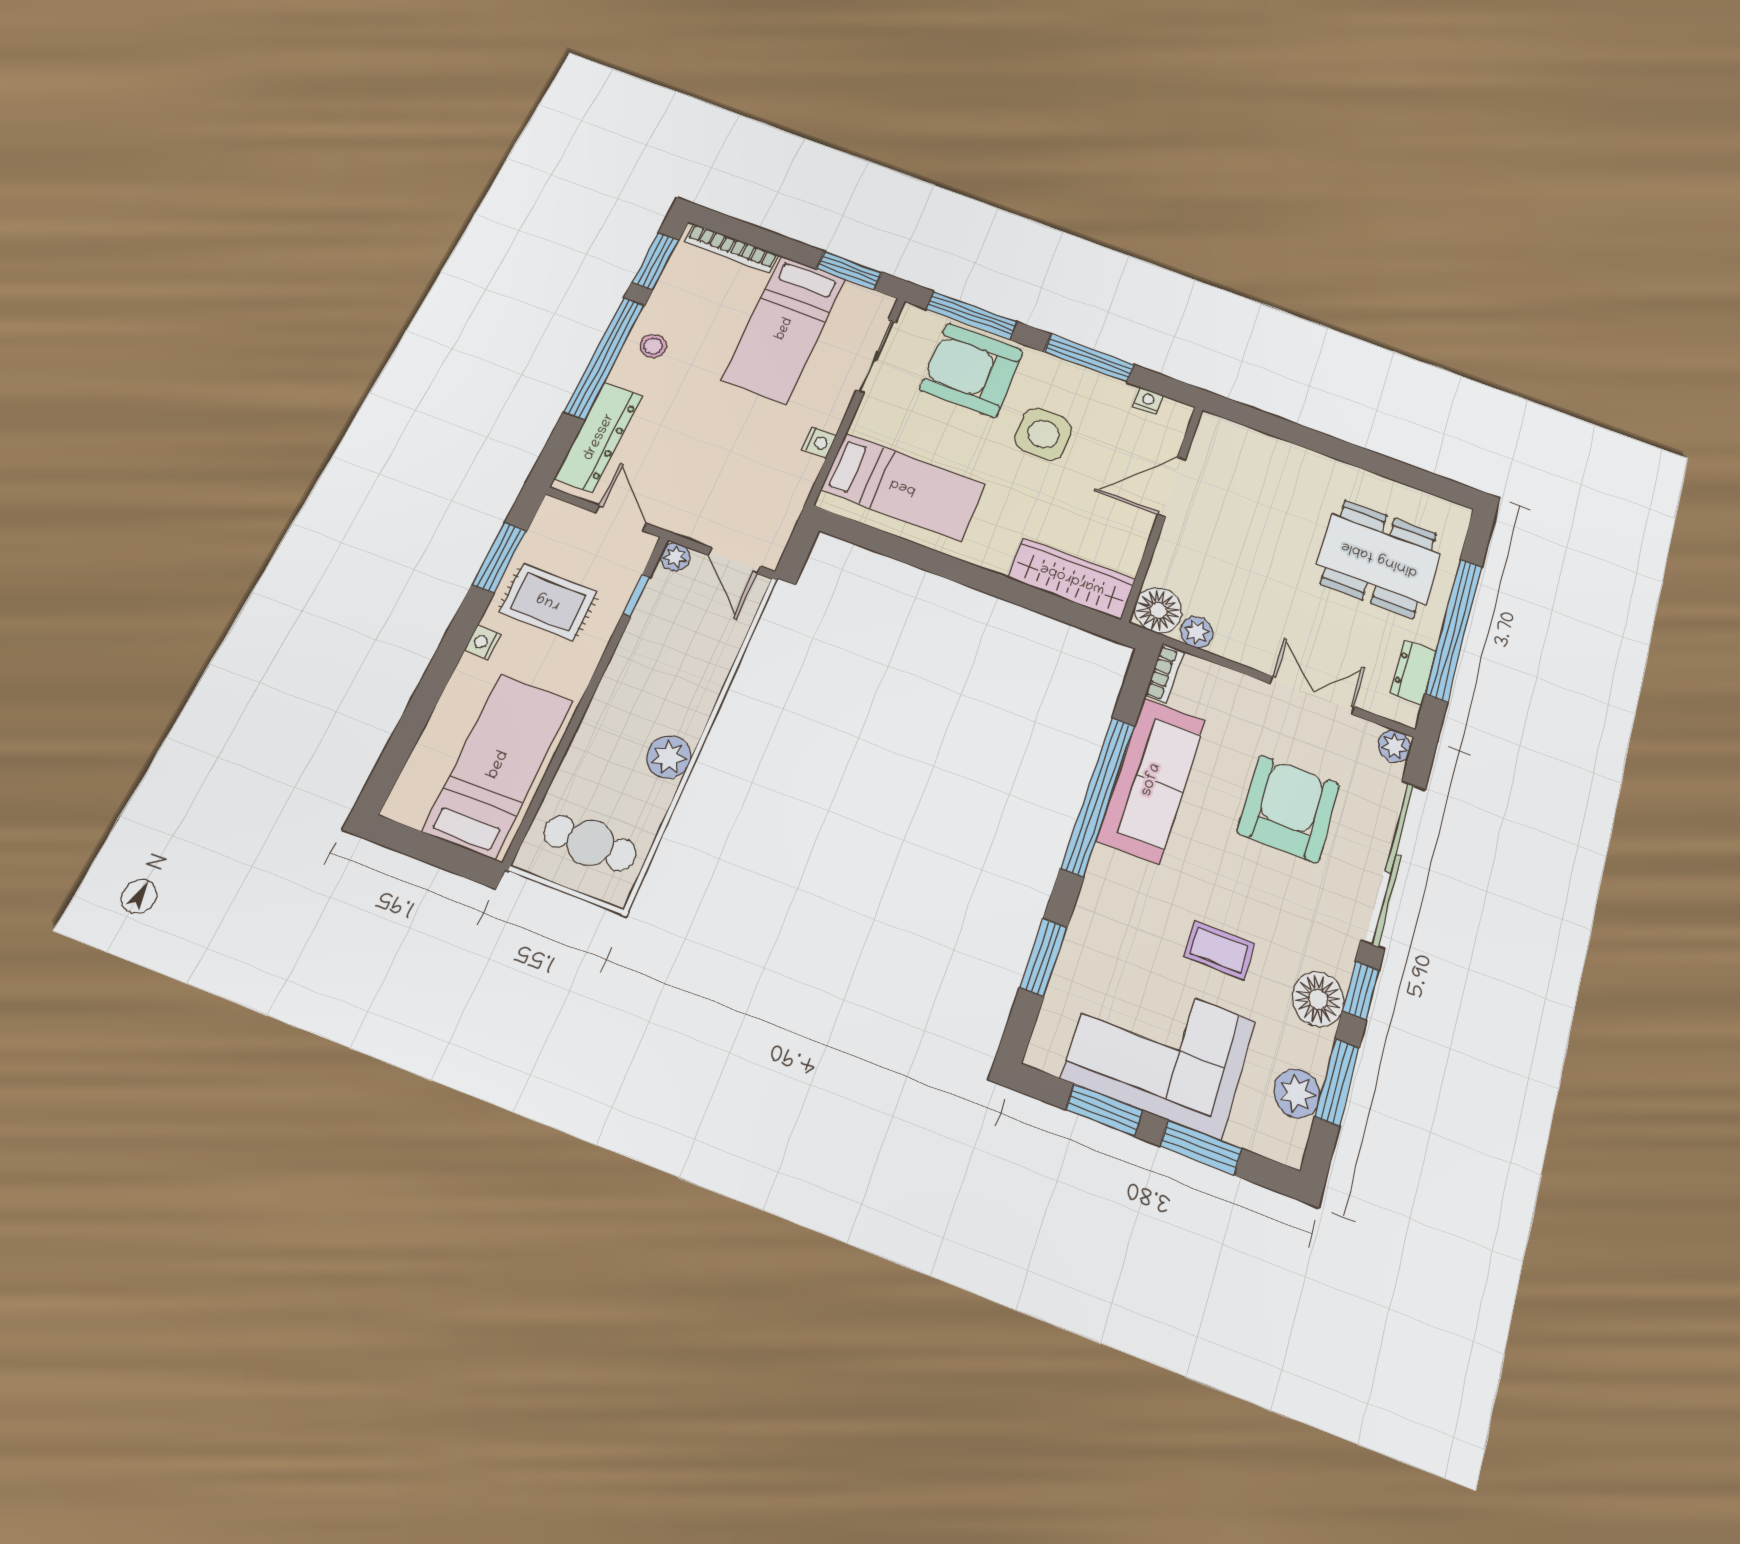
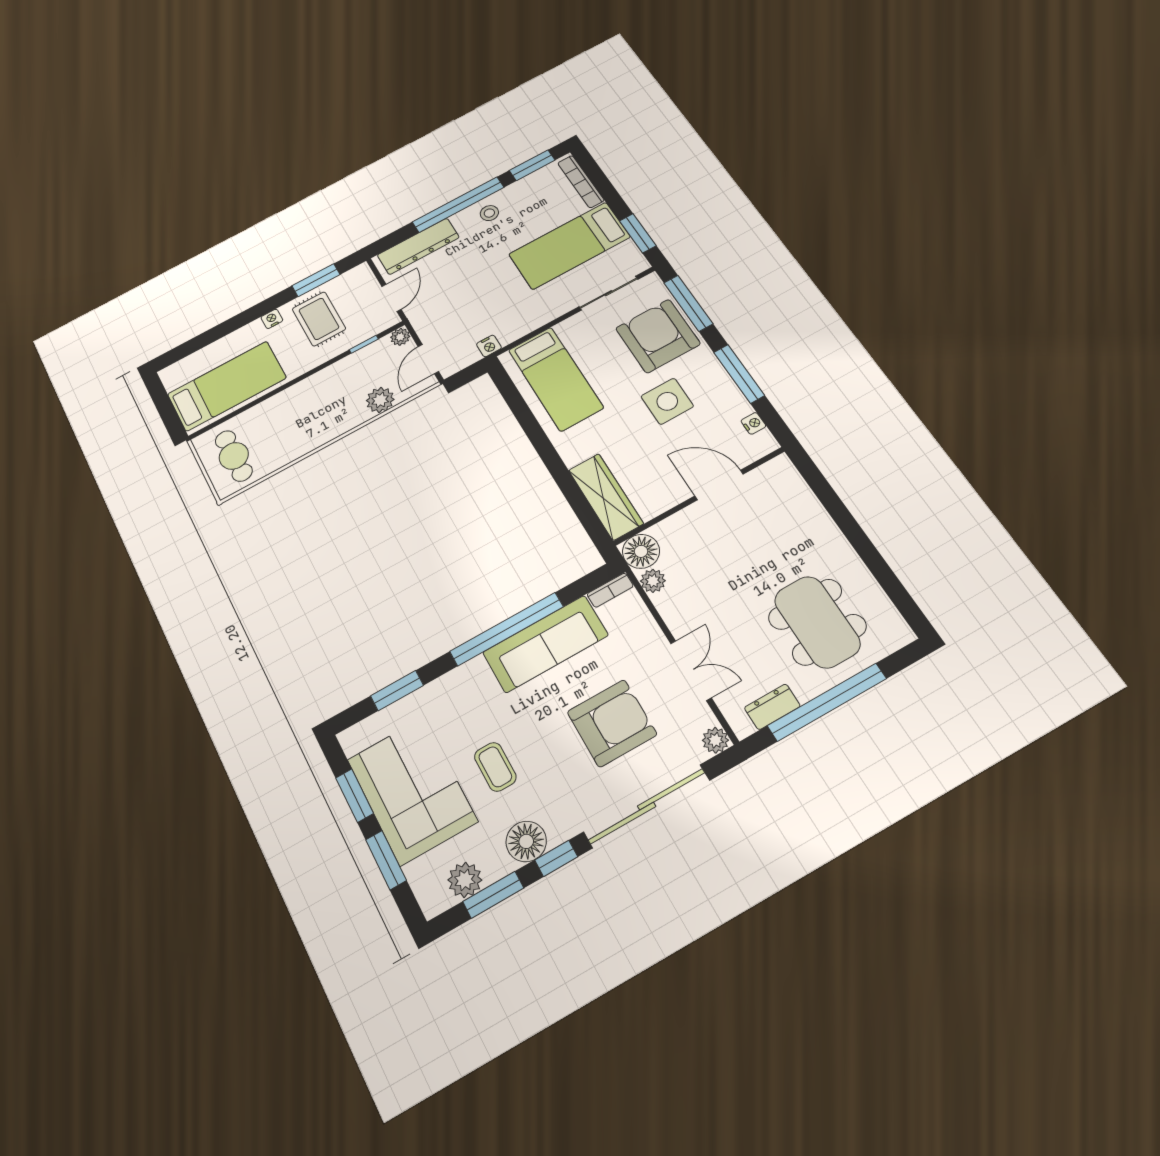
nightstand: (819, 442) -> (489, 346), moved
plant: (669, 757) -> (380, 400), moved

